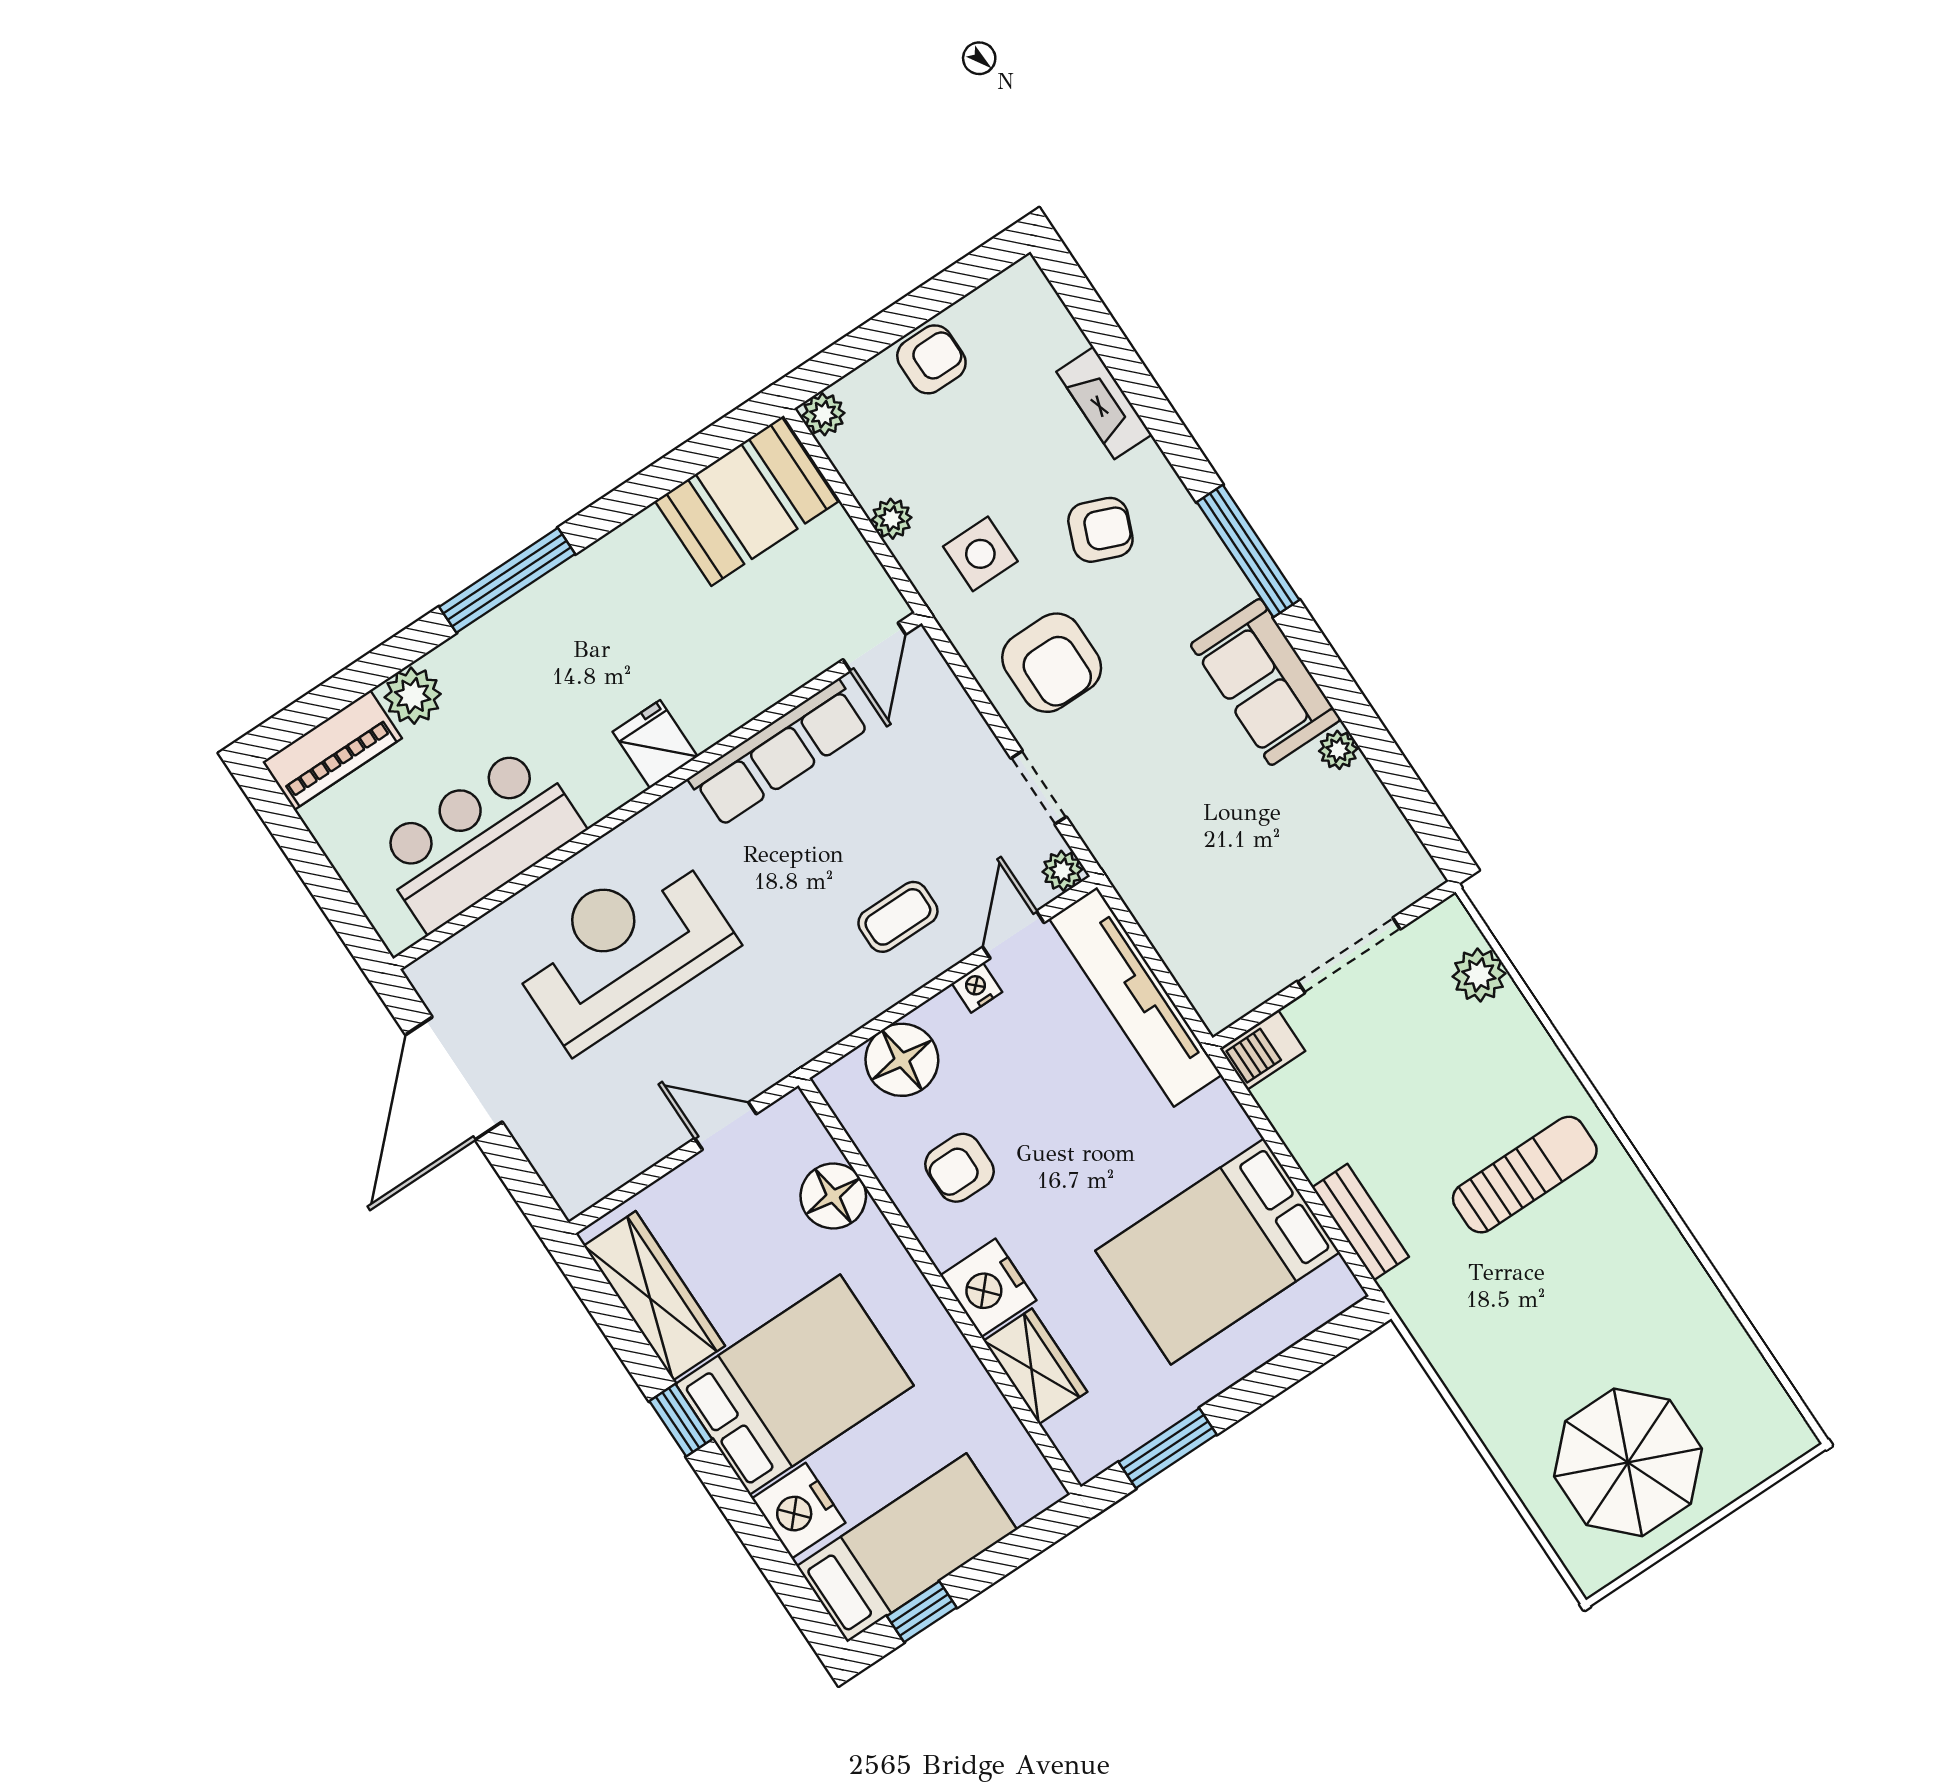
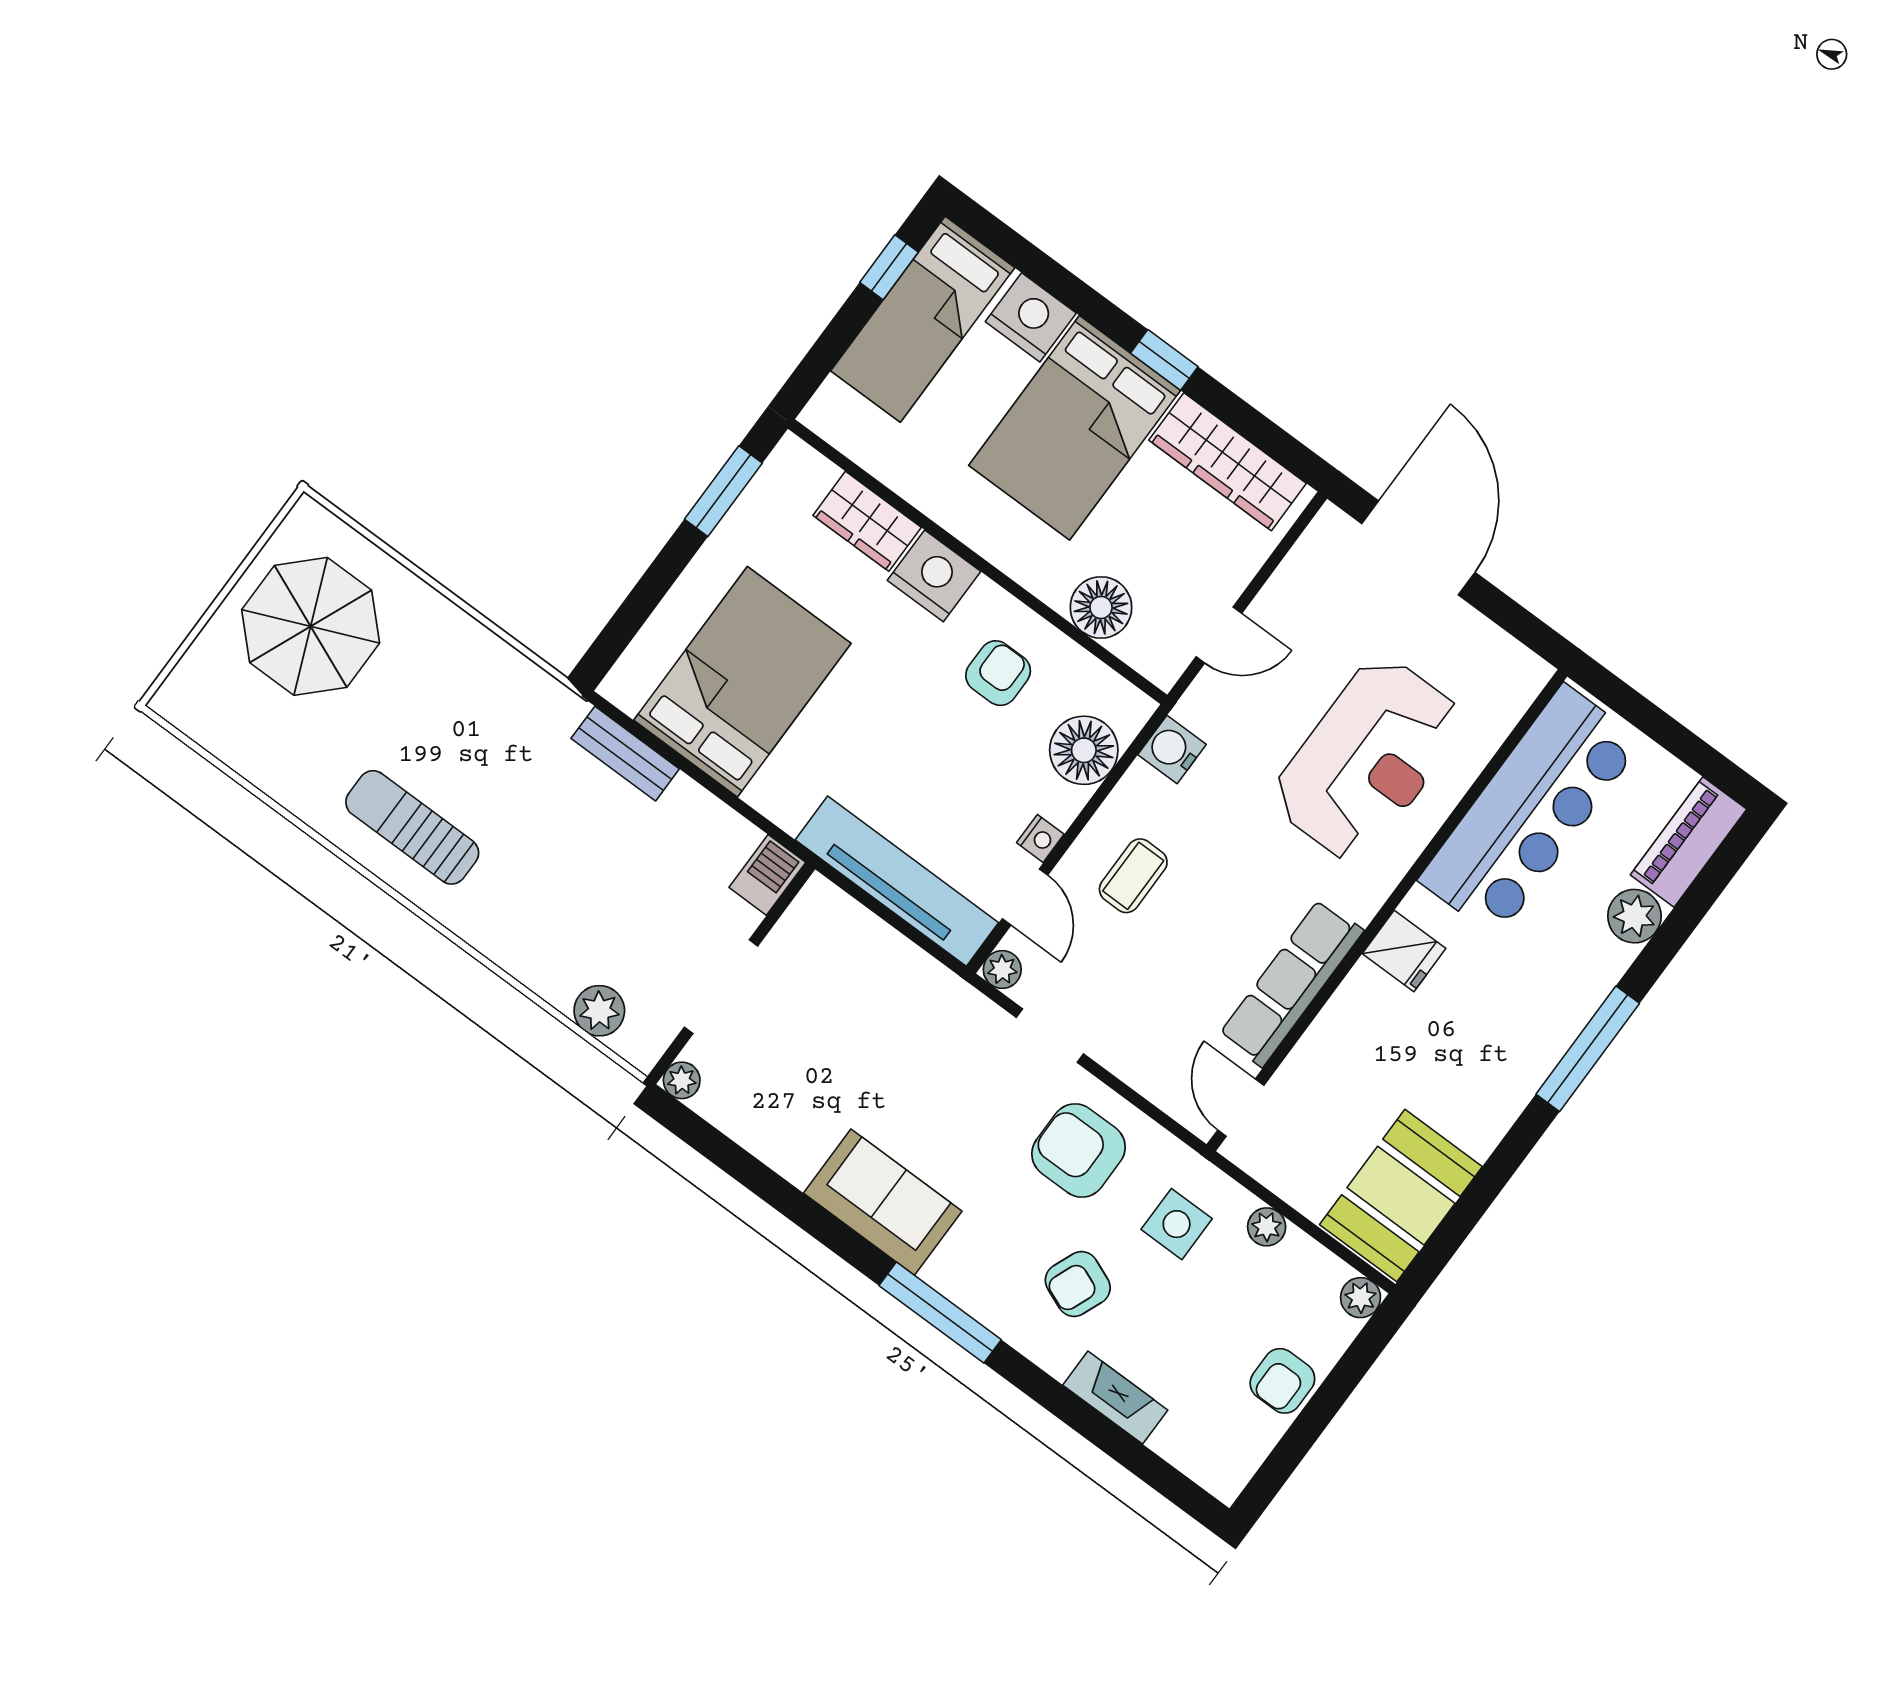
plant: (1338, 750) -> (682, 1080), moved
bar counter: (478, 838) -> (1530, 811), width x1.36
water cooler: (814, 1029) -> (1172, 749), added
door: (454, 1078) -> (1418, 548), moved
sun lounger: (1525, 1175) -> (412, 827), moved, turned 90

